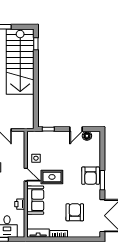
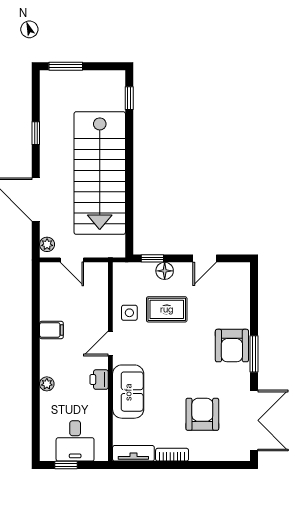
stairs: (20, 62) -> (100, 173), moved
floor lamp: (87, 136) -> (165, 271), moved
door: (26, 175) -> (110, 344), swing flipped
rug: (52, 177) -> (167, 309), moved
printer: (20, 204) -> (99, 380), moved

